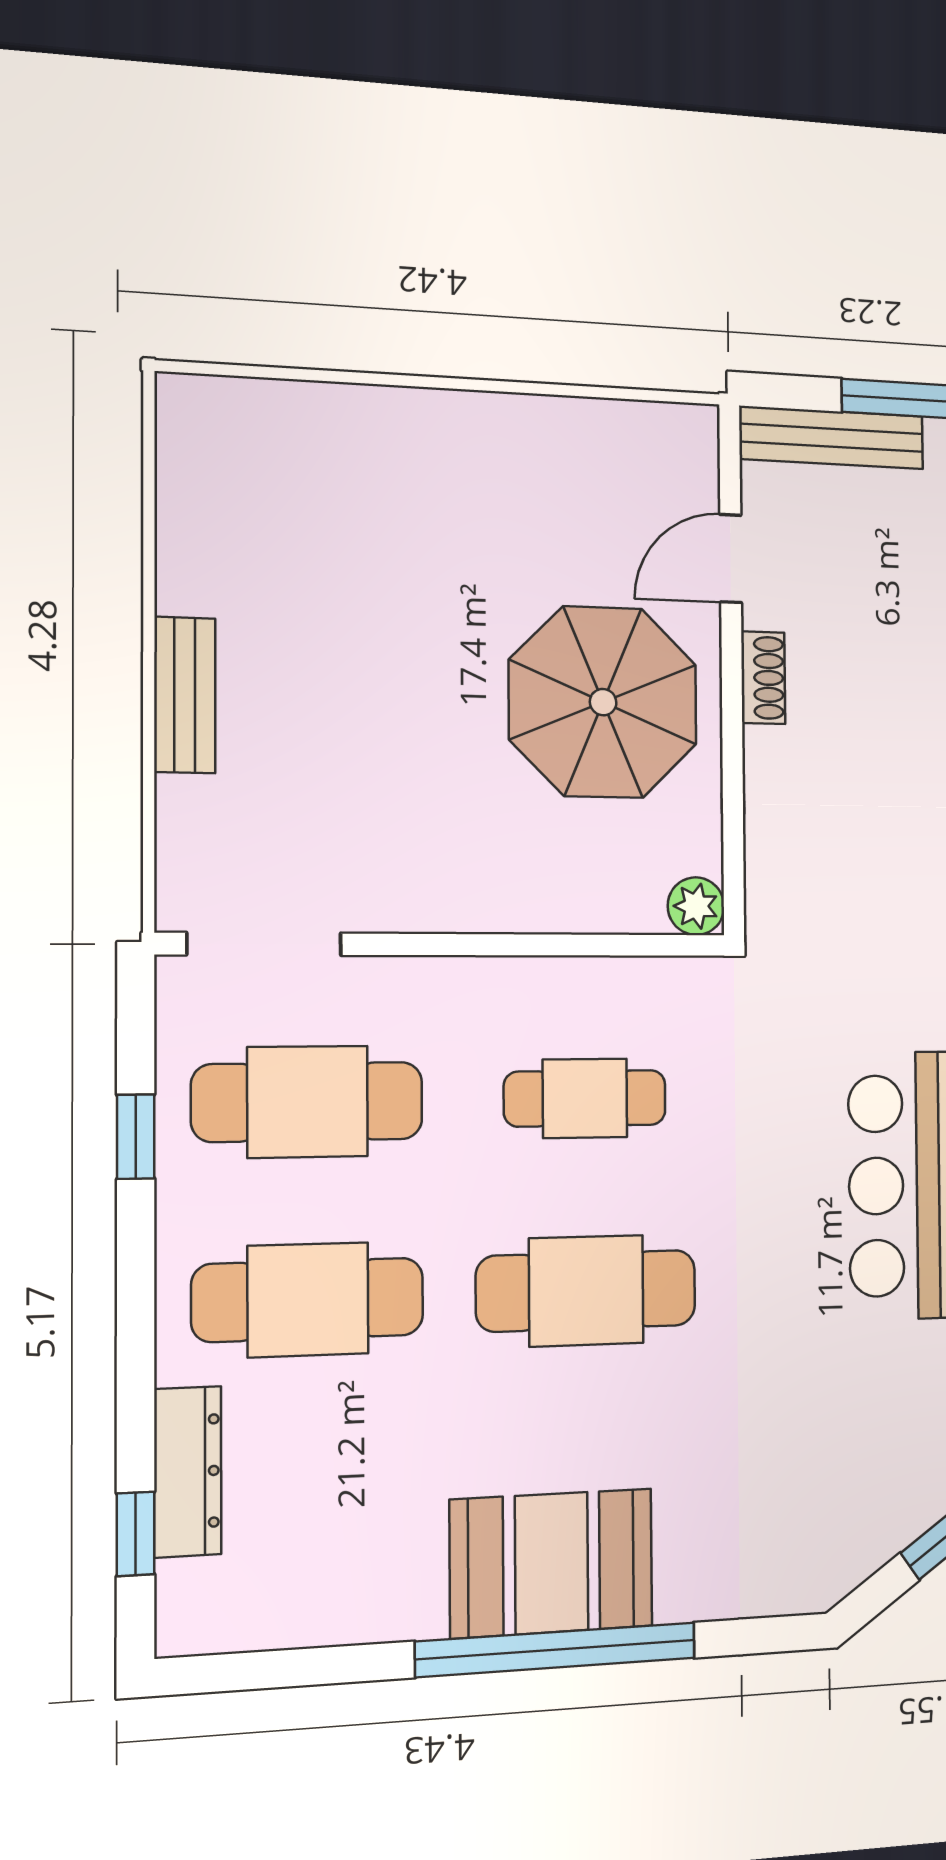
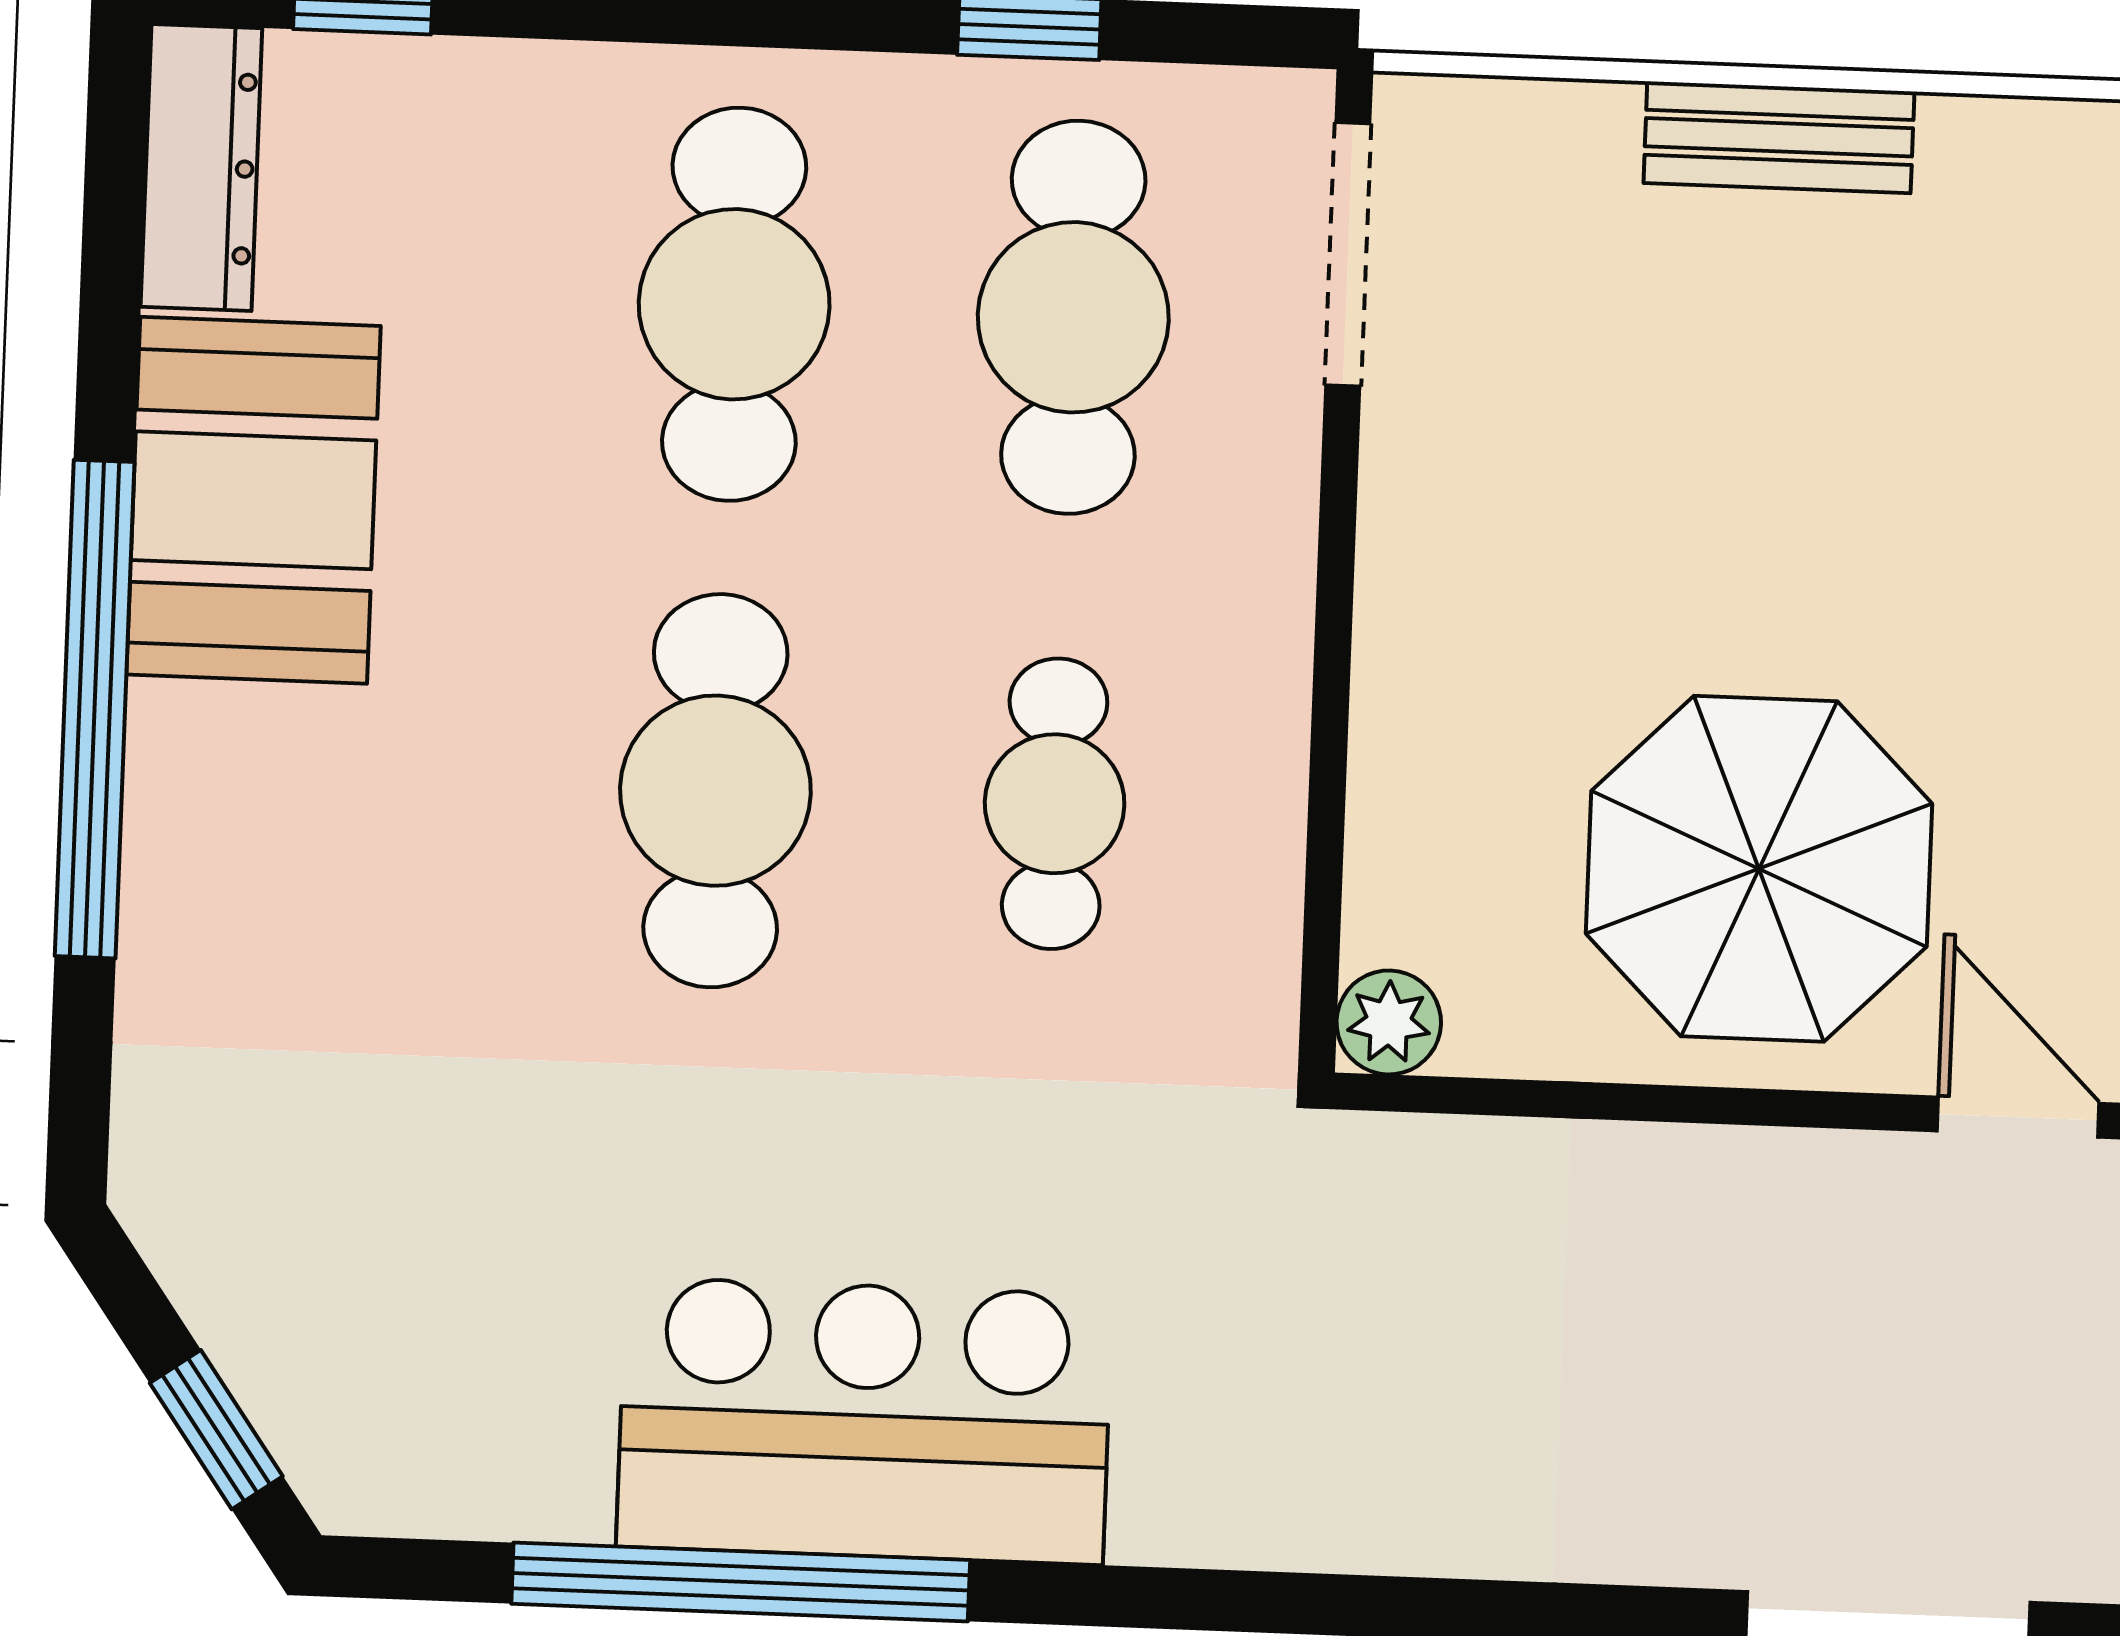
shoe rack: (763, 678) -> (1800, 1168), removed
dresser: (188, 1472) -> (201, 167), moved, turned -90
booth: (552, 1563) -> (254, 500), moved

